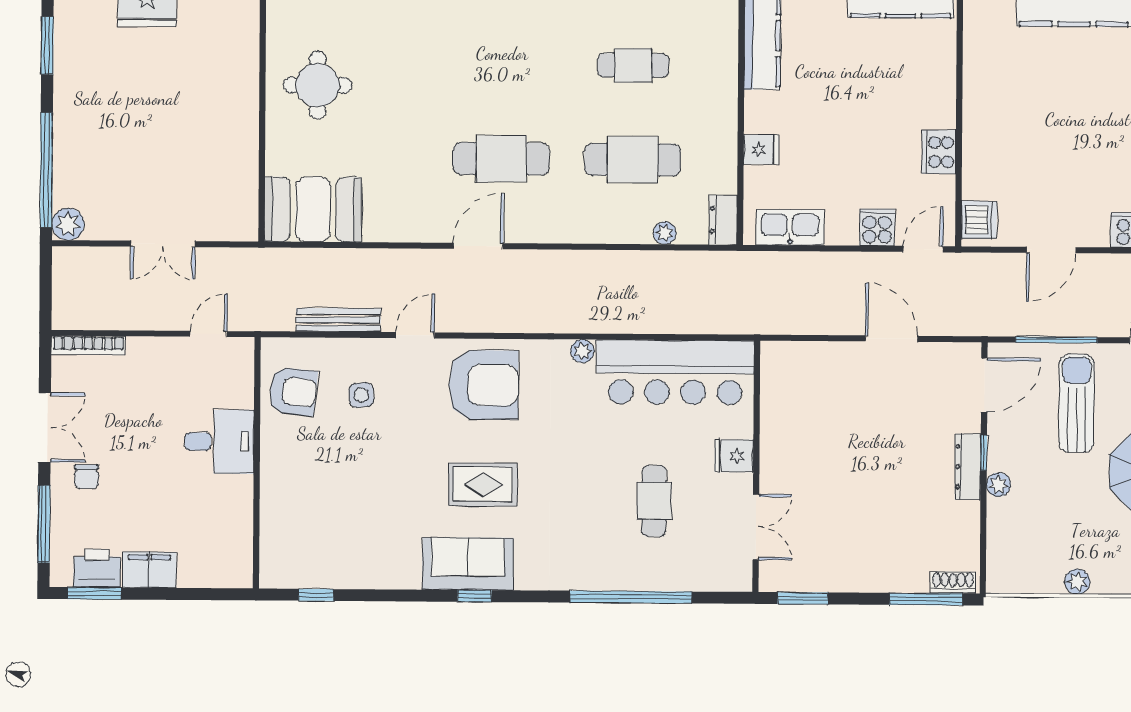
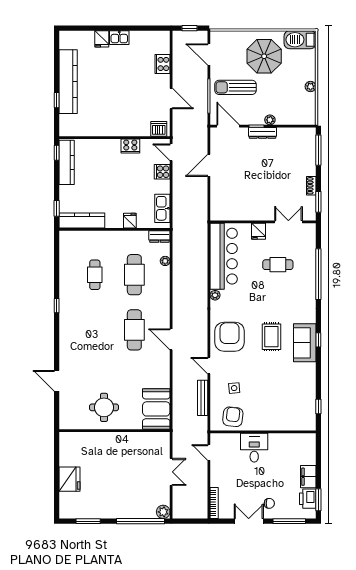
shoe rack: (953, 583) -> (311, 186), moved

